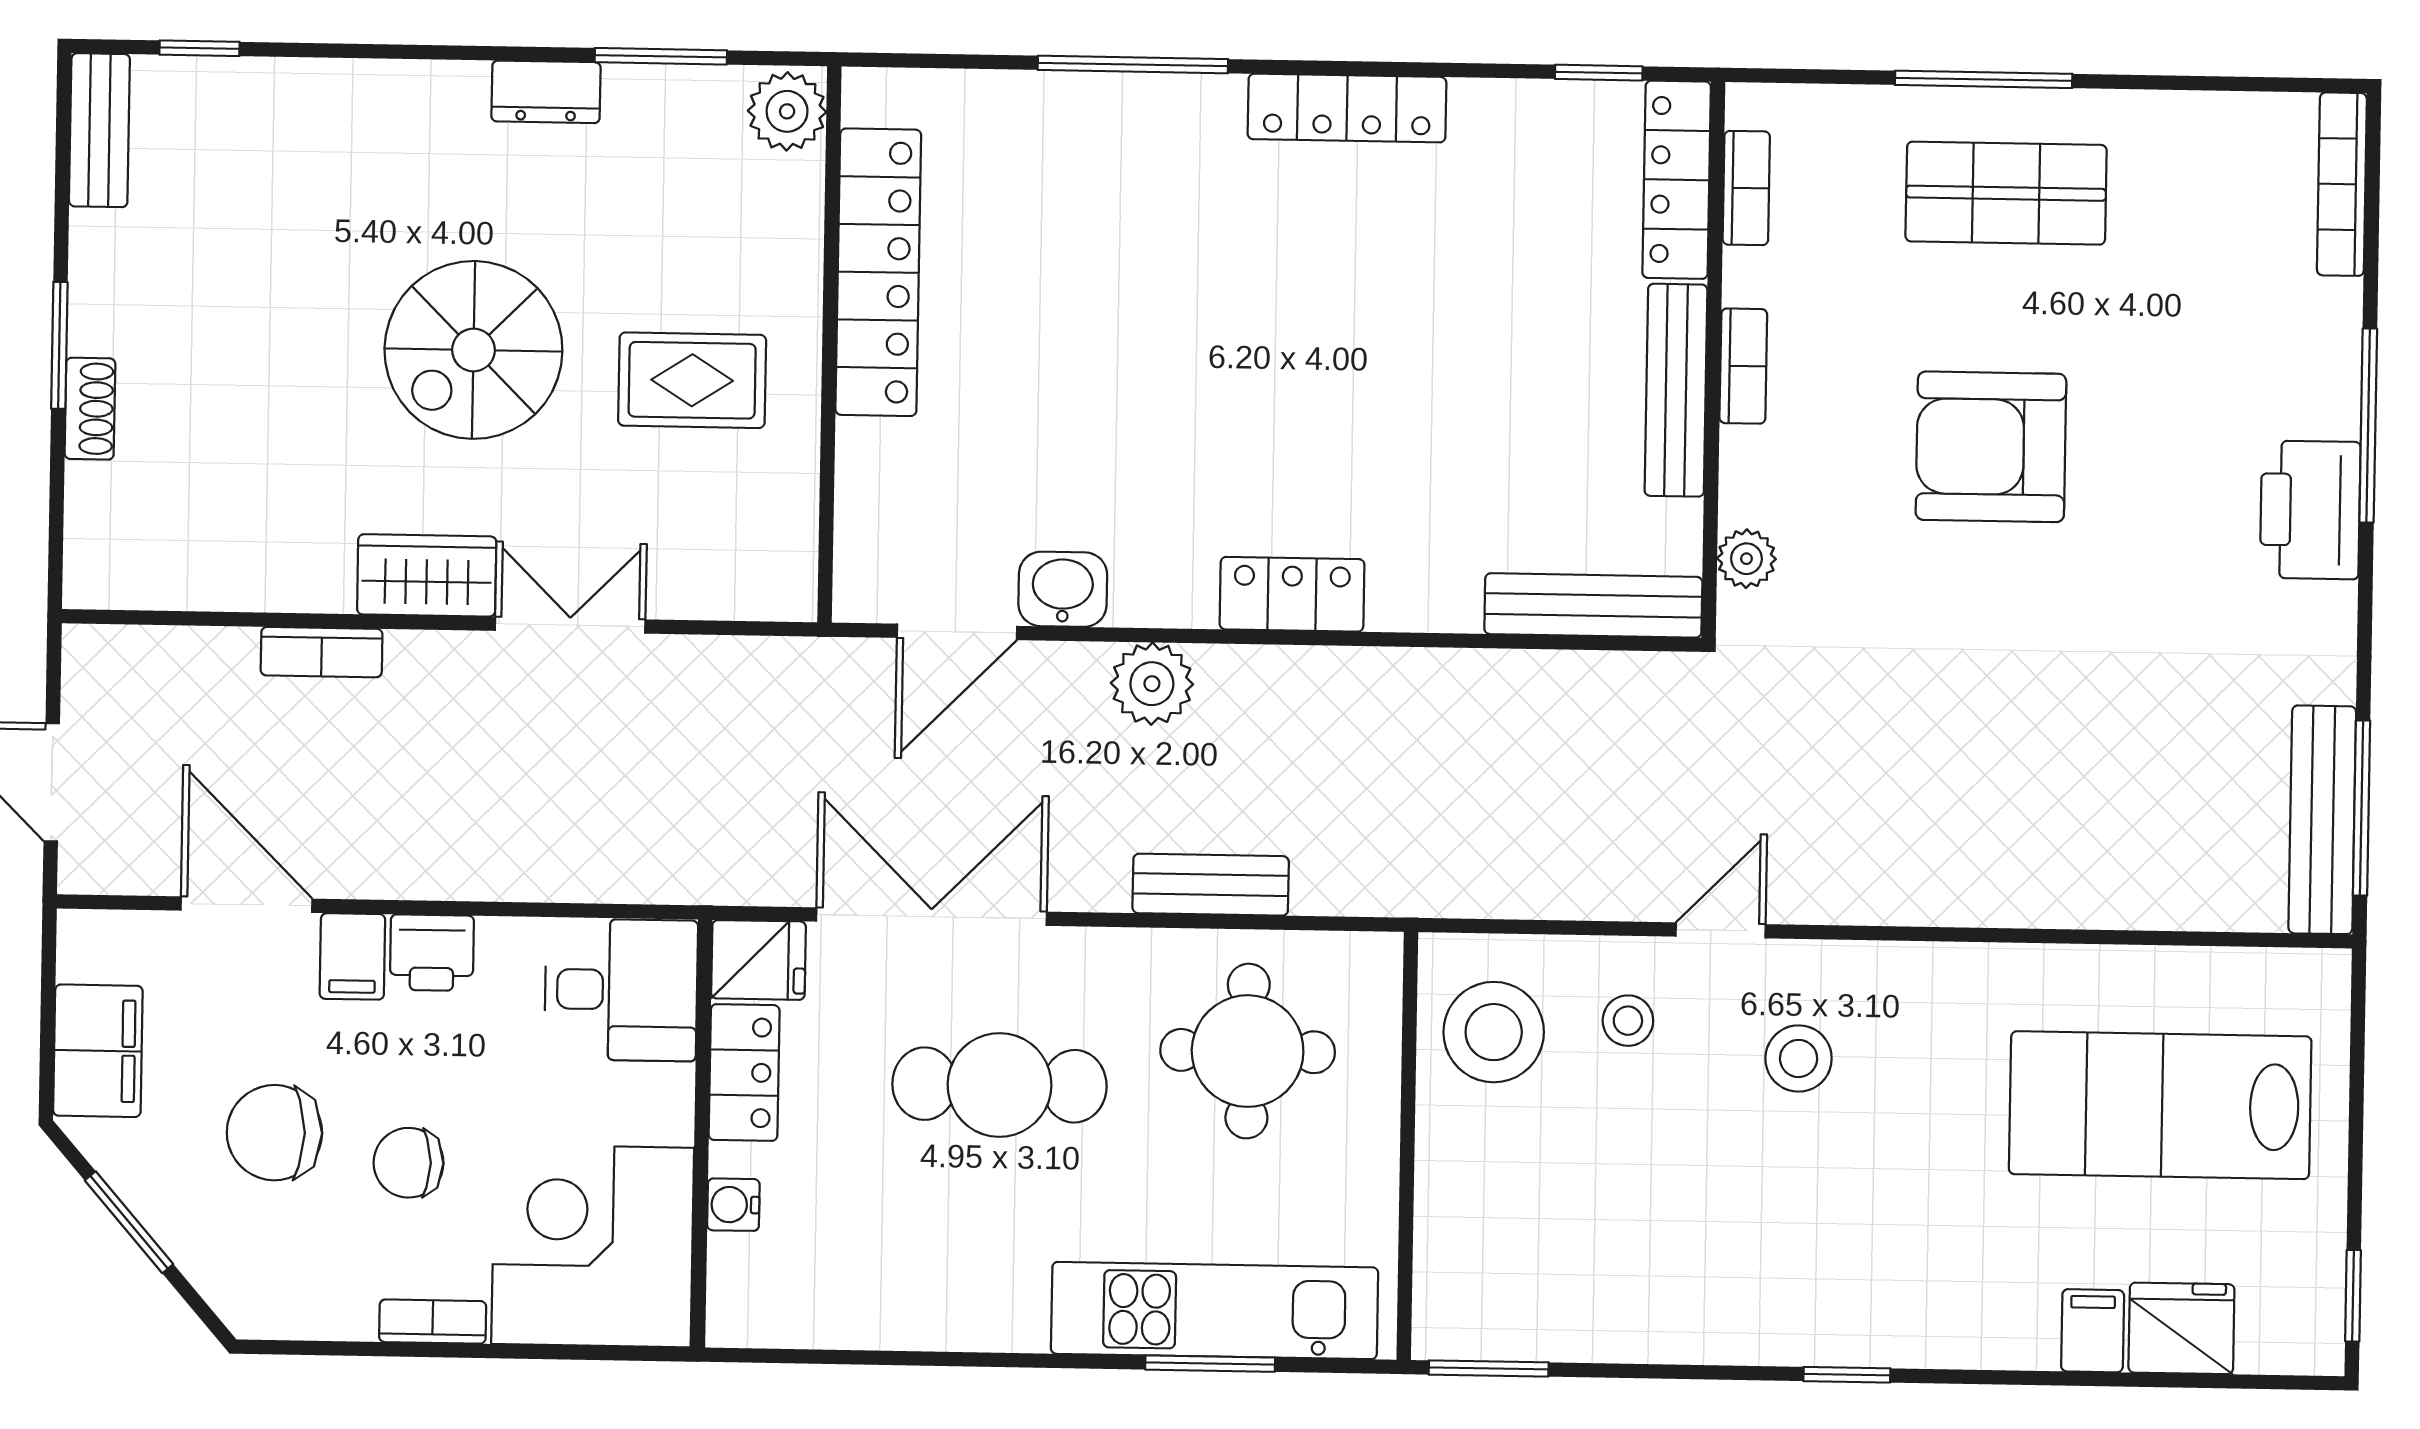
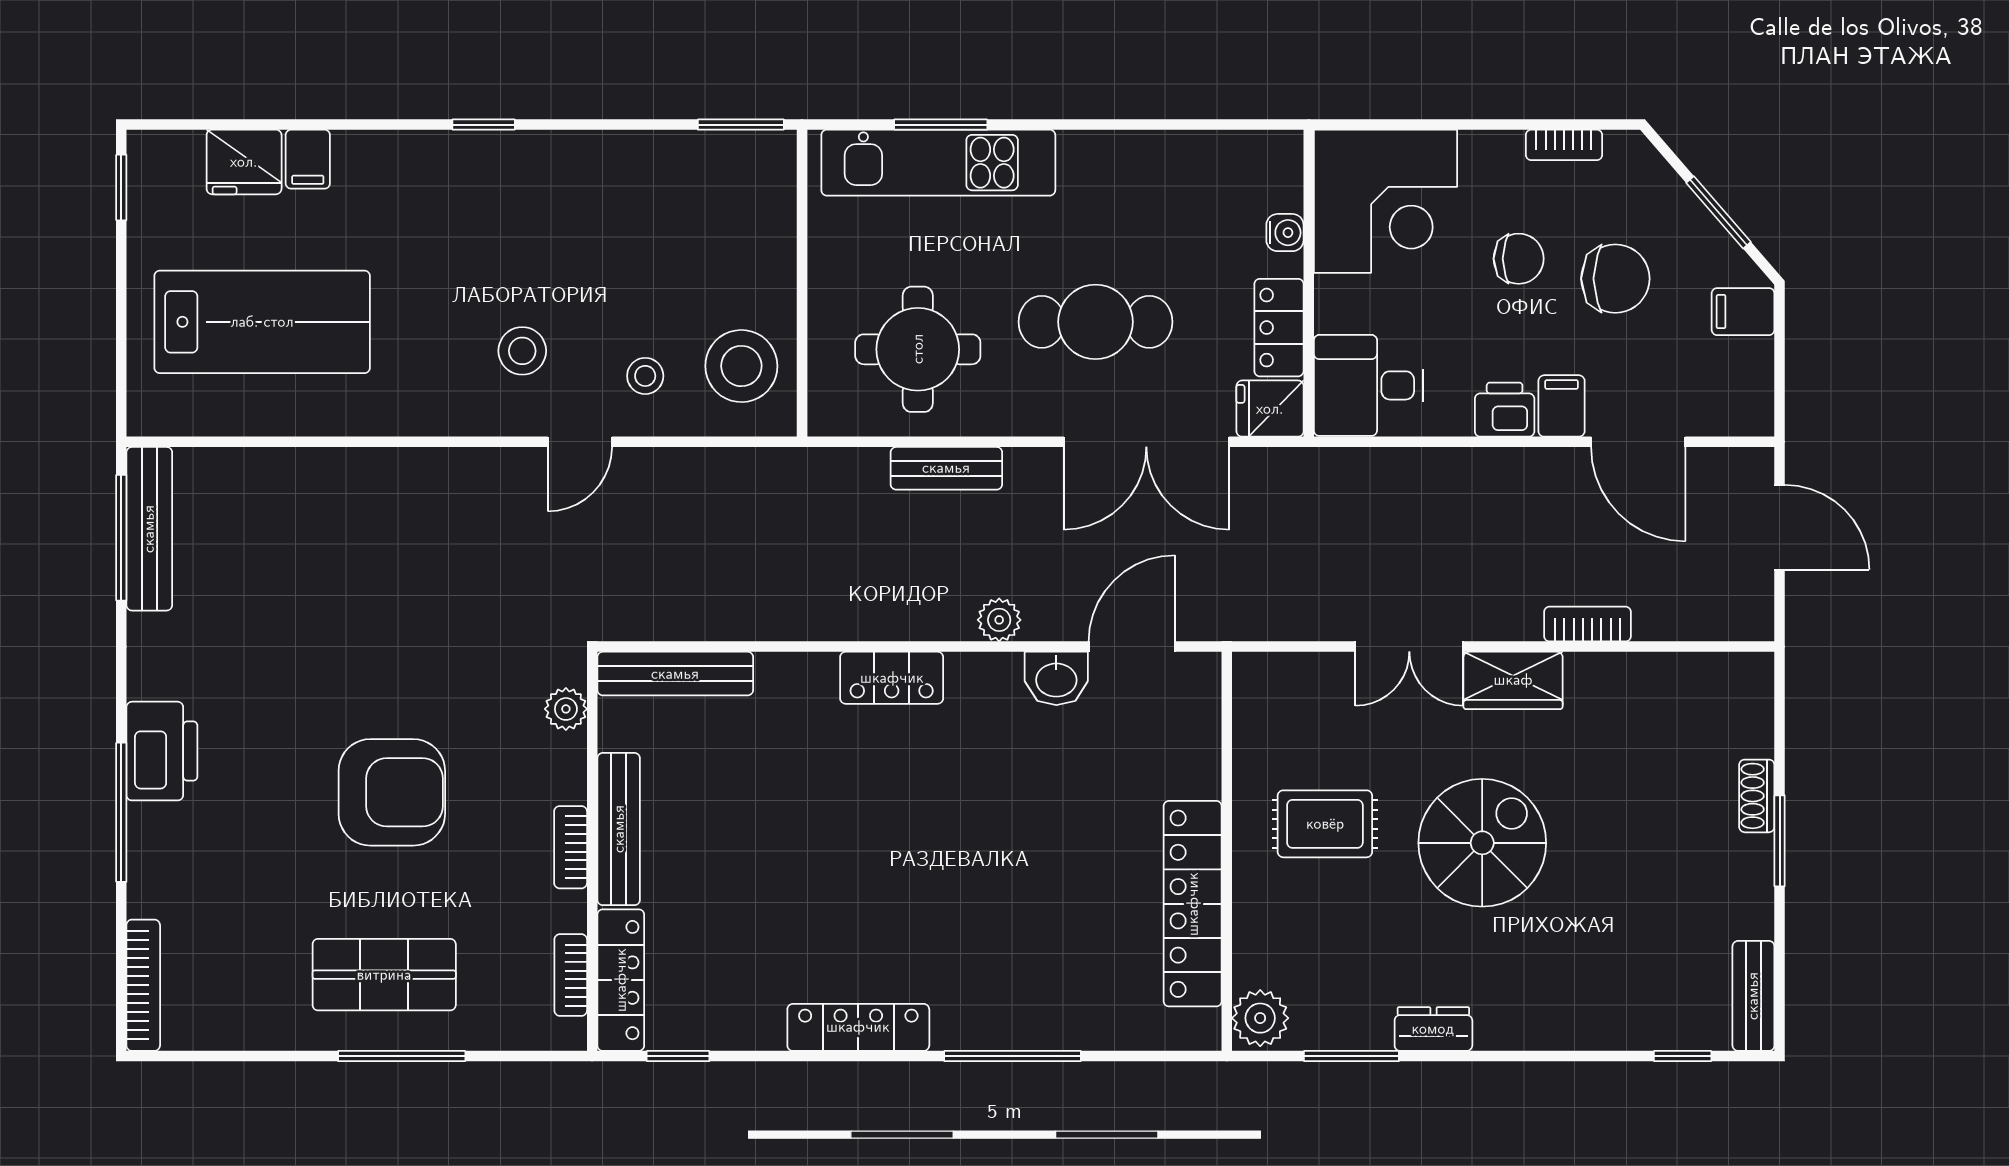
plant: (1152, 684) -> (999, 620), width x0.73, depth x0.73
filing cabinet: (98, 1051) -> (1743, 312), width x0.50
bookcase: (433, 1322) -> (1564, 145), moved

